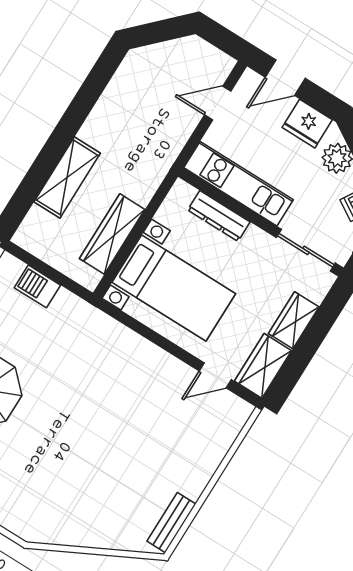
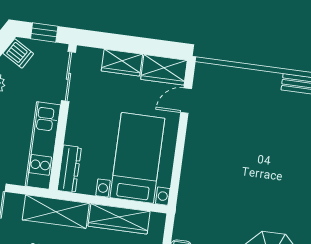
shelving: (154, 164) -> (56, 212), added
dresser: (219, 216) -> (69, 169), moved
door: (215, 375) -> (186, 101), swing flipped

